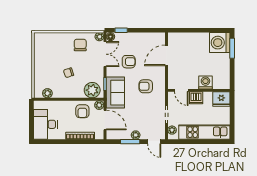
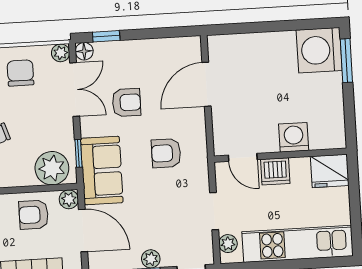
armchair: (82, 111) -> (34, 215), turned 90

